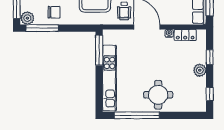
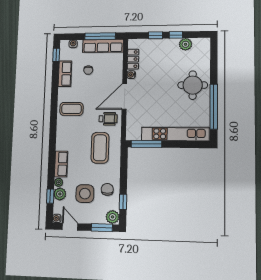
window: (42, 28) -> (123, 202), width x0.46
plant: (200, 70) -> (186, 44), moved
window: (210, 94) -> (176, 35), moved

